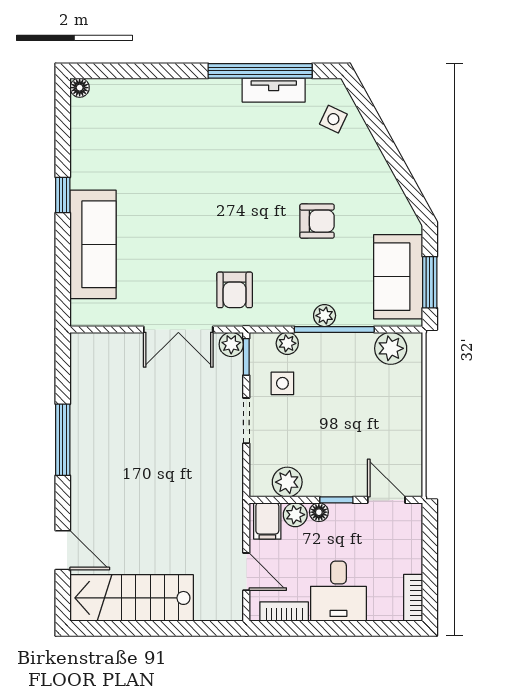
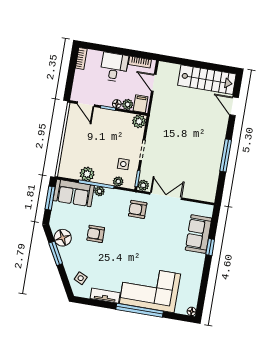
window: (260, 71) -> (140, 310), moved
corner sofa: (179, 122) -> (150, 289), added
window: (397, 164) -> (56, 253), added
window: (63, 195) -> (210, 247), moved
floor lamp: (388, 201) -> (63, 238), added
sofa: (93, 244) -> (198, 234), width x0.73
sofa: (398, 277) -> (74, 193), moved, turned 90
armchair: (235, 290) -> (138, 209), turned -90
plant: (391, 348) -> (87, 174), moved
plant: (287, 482) -> (139, 121), moved

